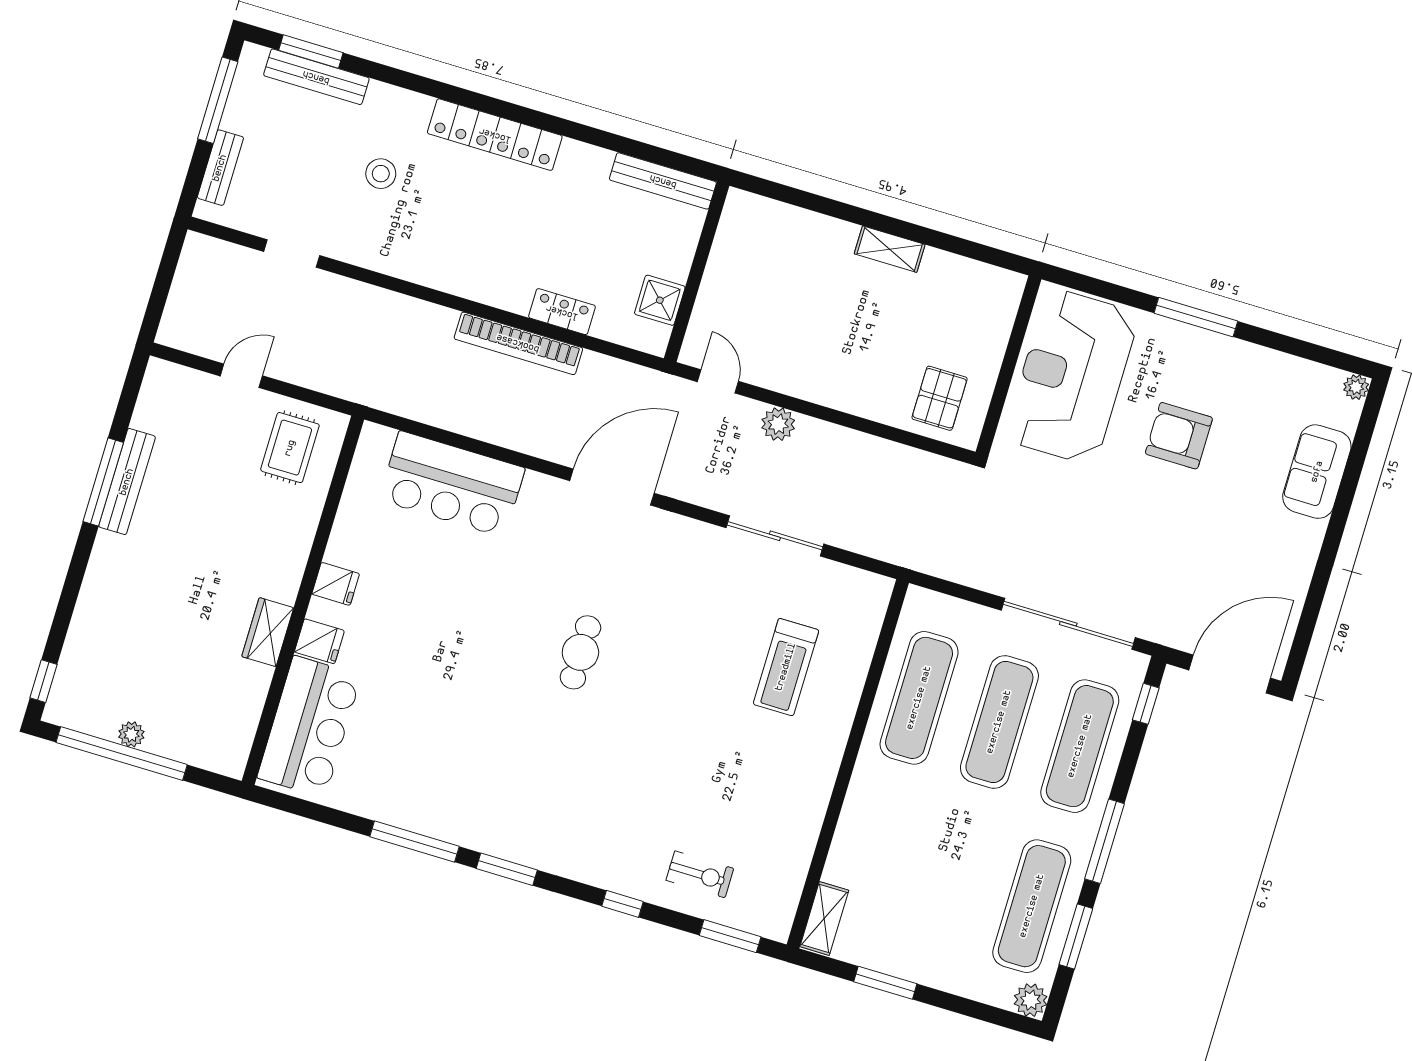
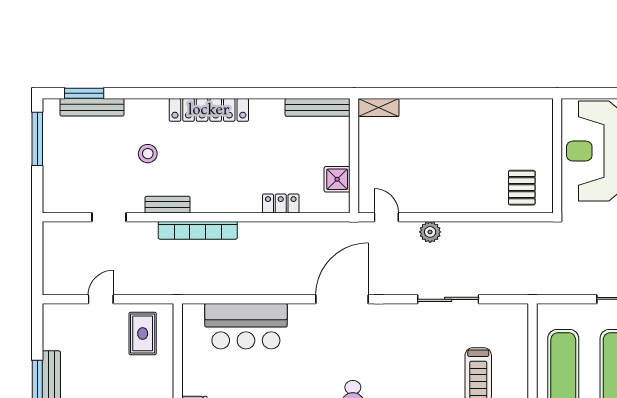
bench: (220, 168) -> (167, 205), moved, turned 90
shelving: (890, 249) -> (379, 108), moved
bookcase: (518, 343) -> (198, 230), moved

